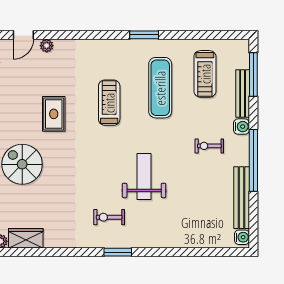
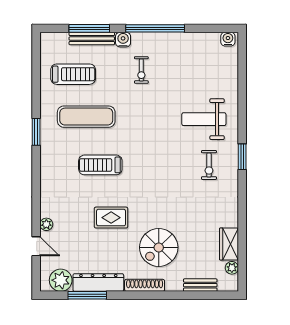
window: (253, 74) -> (89, 28), moved
weight bench: (144, 177) -> (204, 119), moved
bench: (242, 198) -> (190, 39), removed

